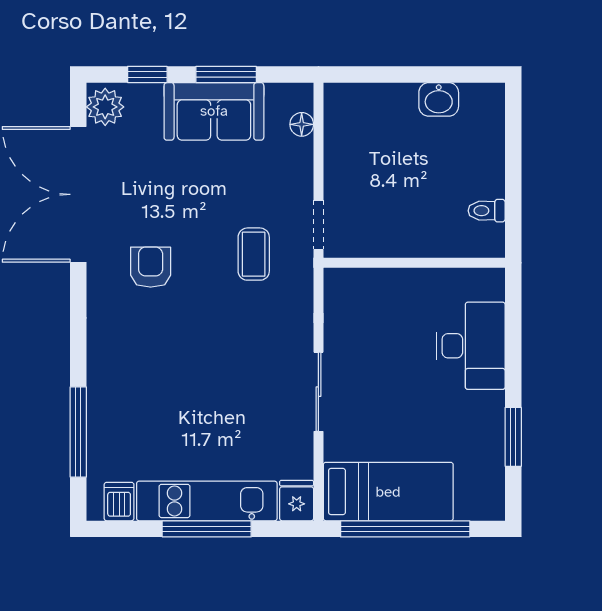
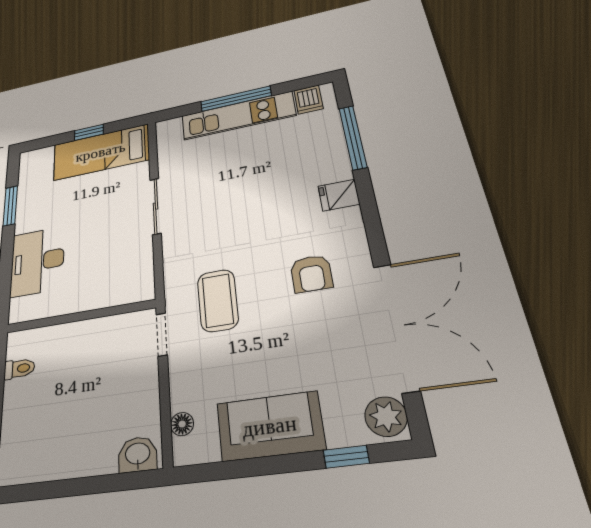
window: (226, 74) -> (262, 466), removed
washbasin: (439, 99) -> (138, 454), moved
coffee table: (254, 254) -> (218, 300), width x1.36, depth x1.30
fridge: (297, 501) -> (339, 195), moved, turned 90
window: (405, 529) -> (89, 132), width x0.32

